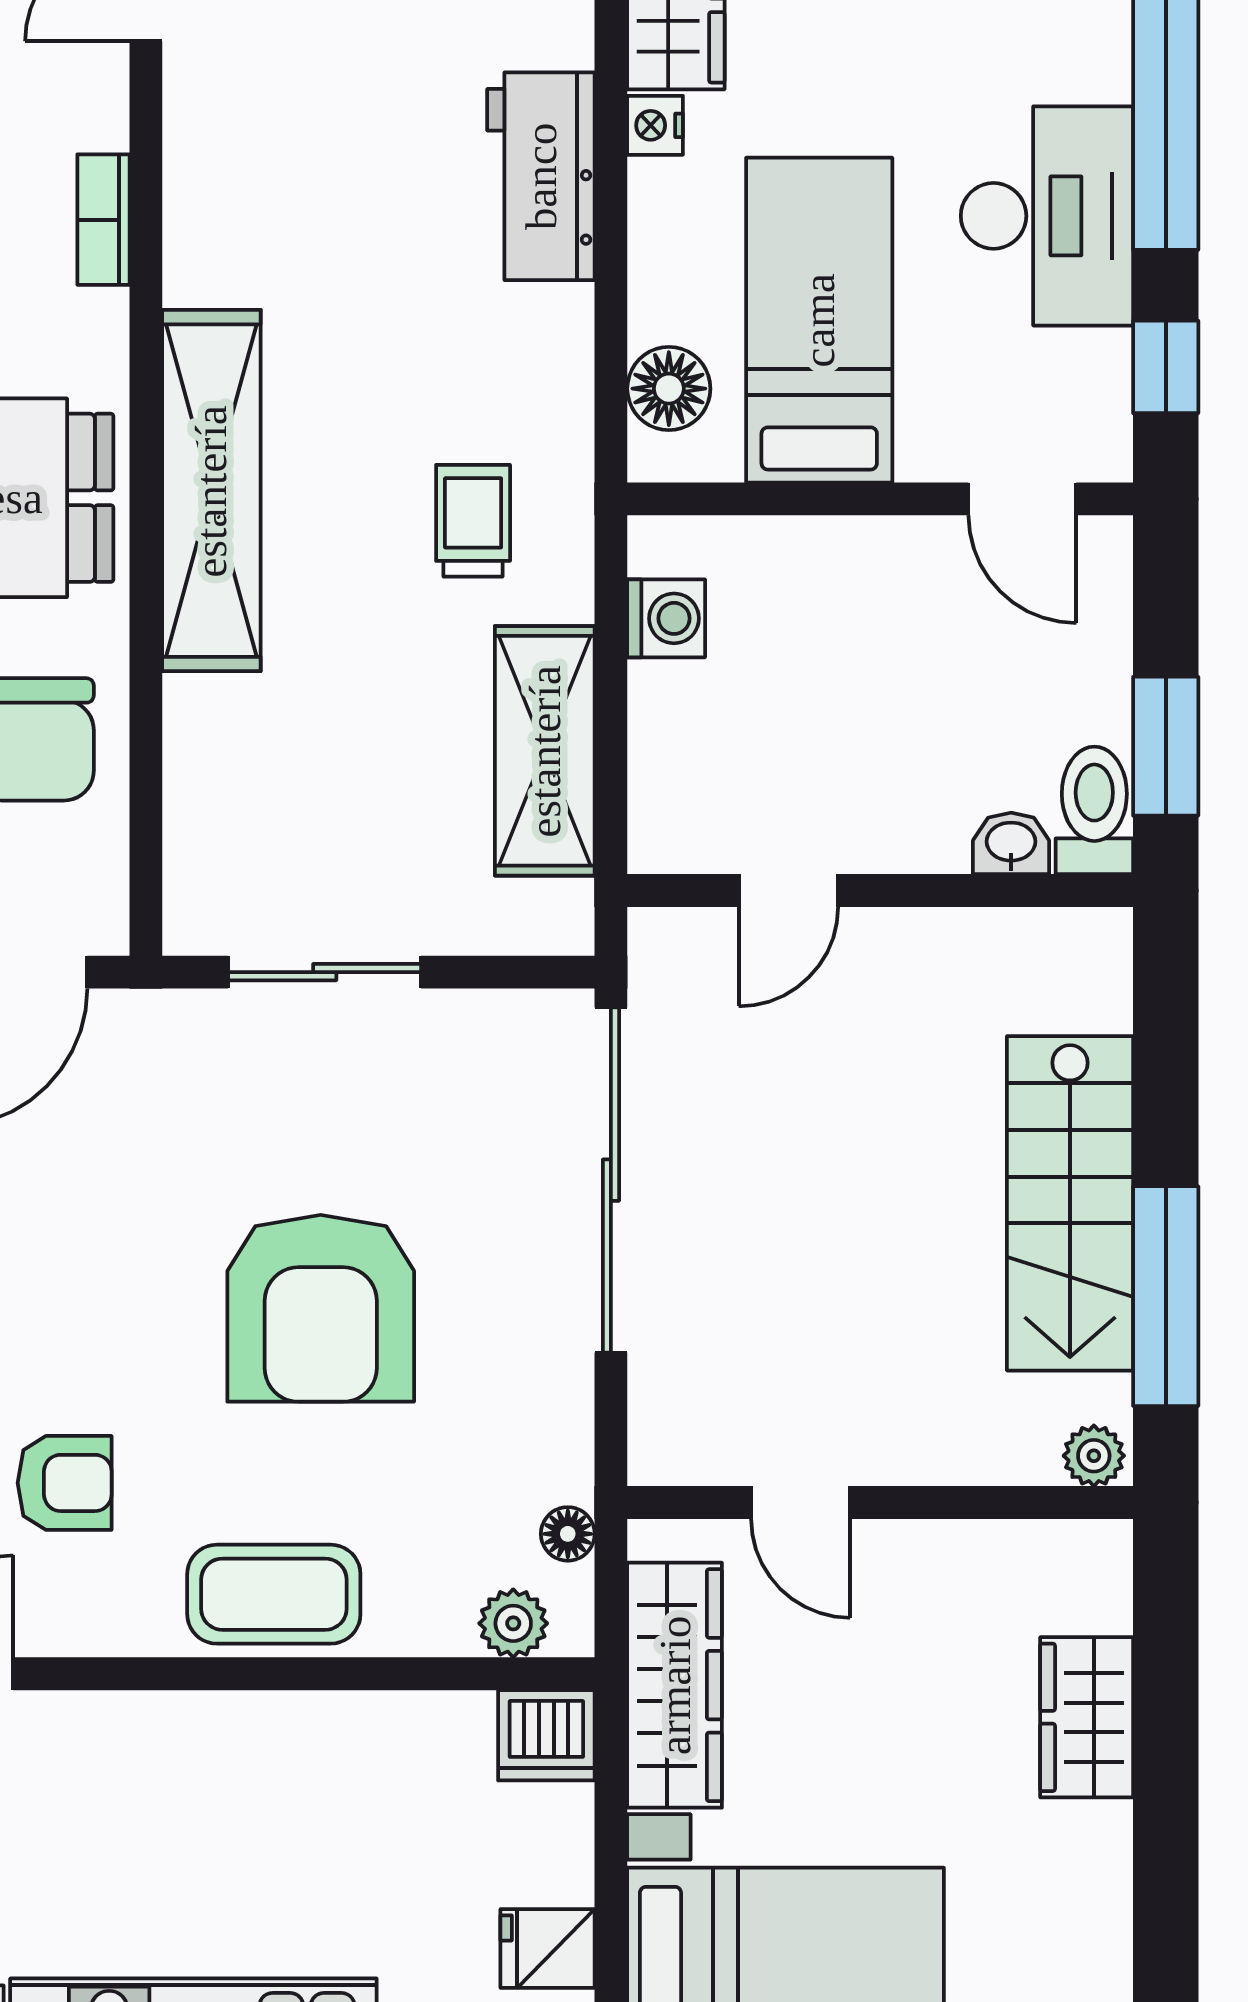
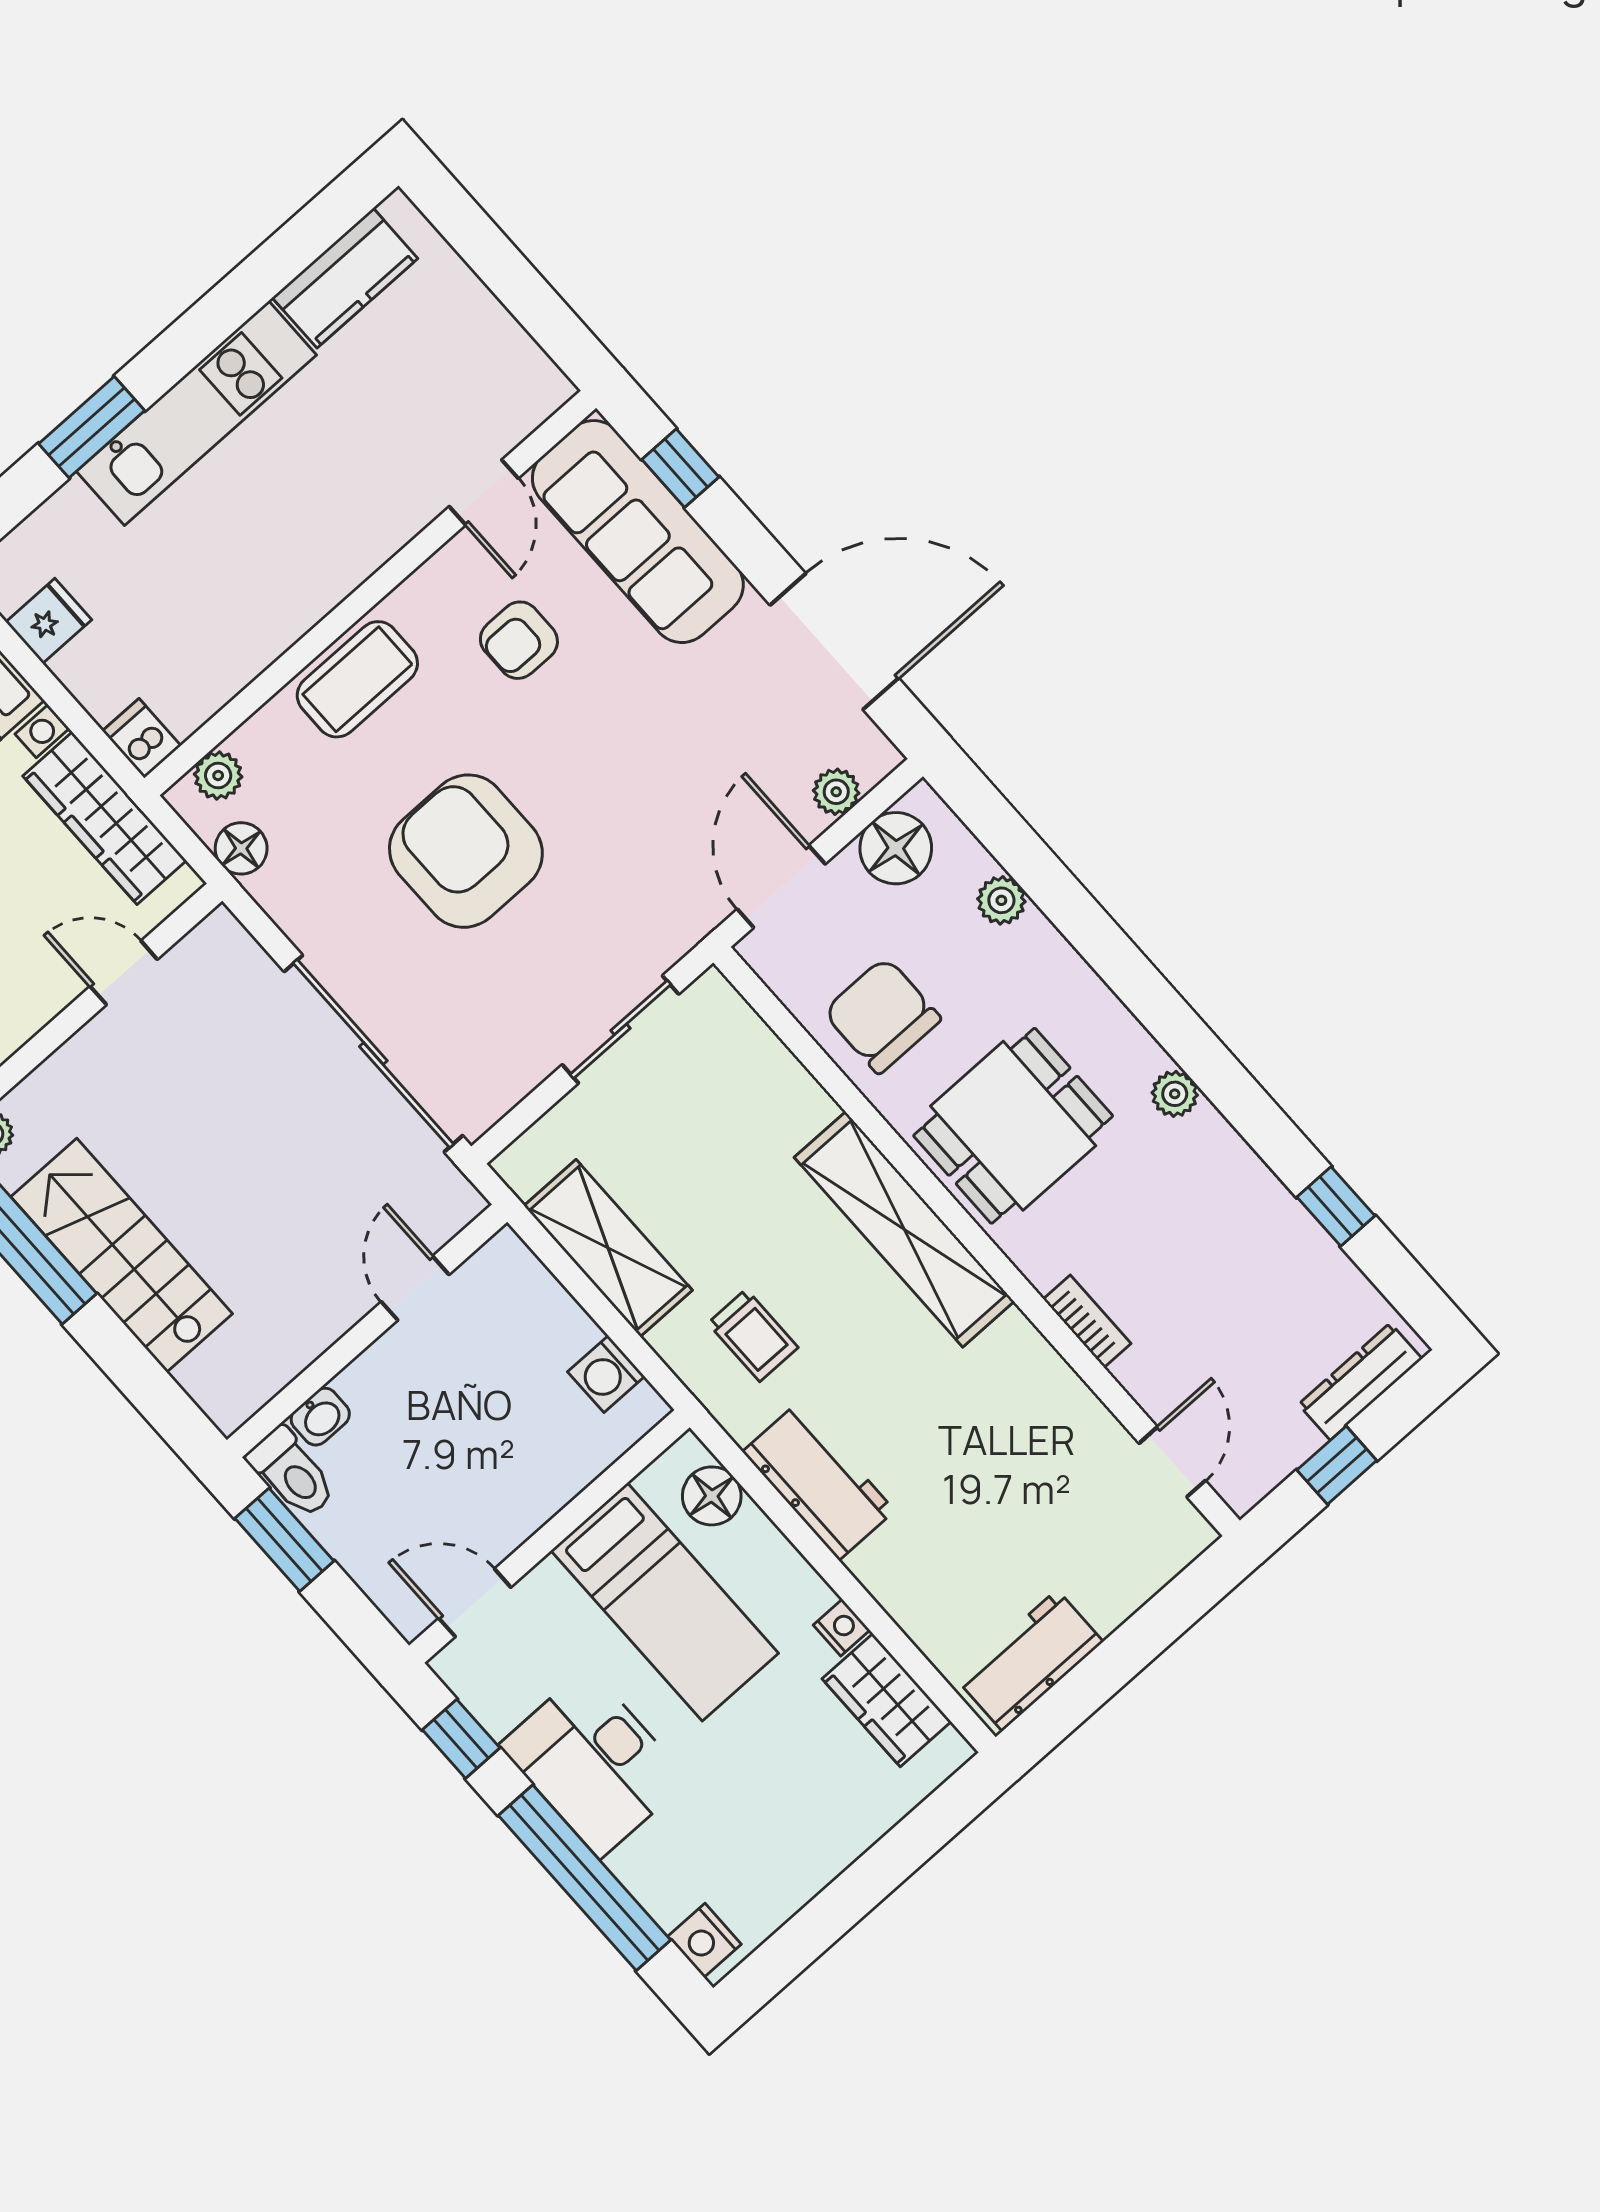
workbench: (541, 176) -> (819, 1481), moved
floor lamp: (568, 1534) -> (241, 848), width x1.37, depth x1.37
dishwasher: (546, 1735) -> (142, 738), width x0.73

